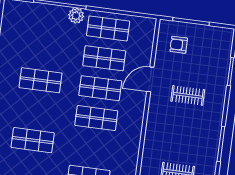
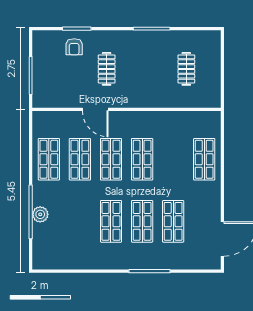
plant: (76, 16) -> (40, 214), moved
armchair: (179, 45) -> (74, 47), moved
shop shelf: (37, 110) -> (142, 221), added

